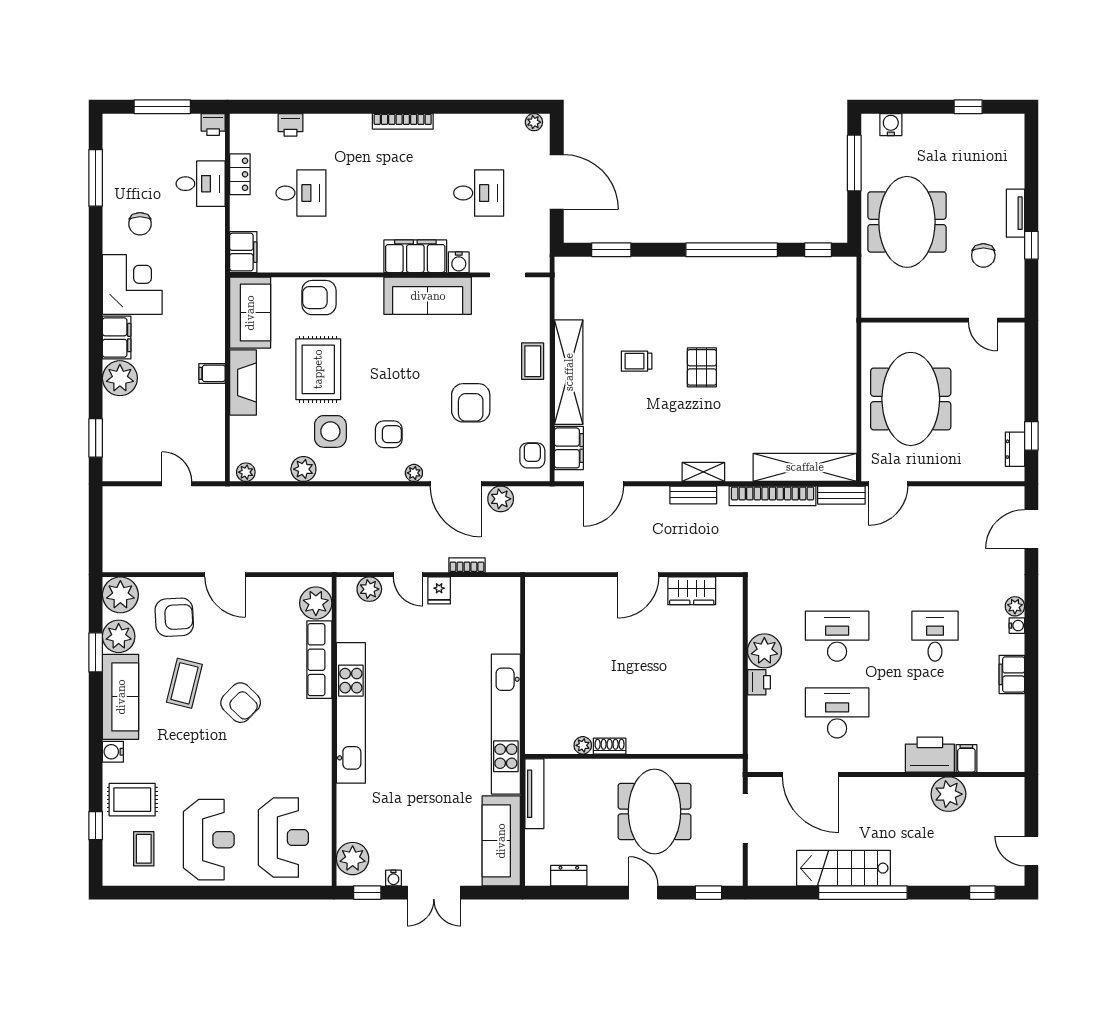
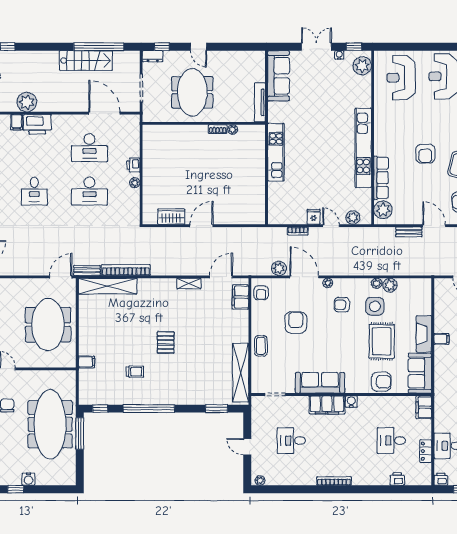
water cooler: (891, 125) -> (28, 479), moved
window: (854, 163) -> (80, 434), moved
door: (557, 182) -> (247, 447), width x0.53
meeting table: (907, 222) -> (50, 424), width x1.36
water cooler: (459, 262) -> (351, 402), moved
filing cabinet: (842, 333) -> (87, 362), added
trolley: (637, 361) -> (135, 372), moved
shelving: (569, 372) -> (241, 373), moved
plant: (246, 472) -> (377, 283), moved
shelving: (703, 472) -> (189, 284), moved
bench: (693, 495) -> (409, 232), moved
plant: (764, 651) -> (135, 183), width x0.53, depth x0.53
armchair: (241, 703) -> (425, 154), turned -134
kitchen unit: (506, 724) -> (276, 152), width x0.73
dresser: (569, 876) -> (153, 56), moved
window: (863, 893) -> (99, 47), moved

